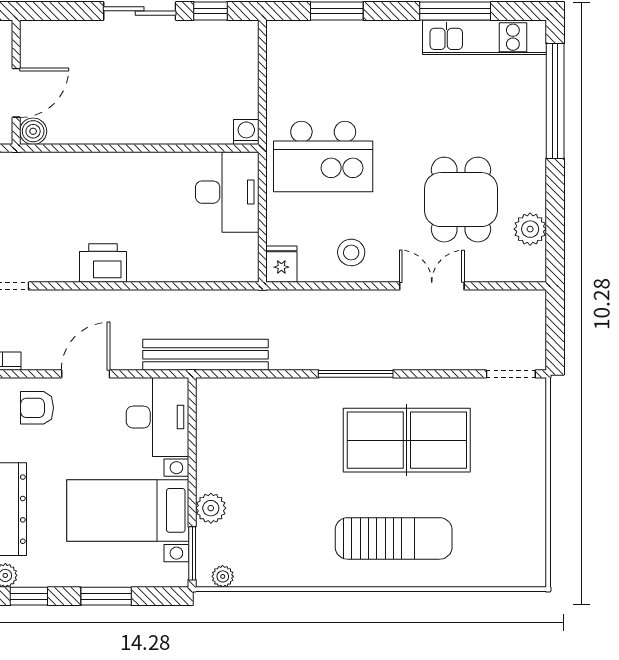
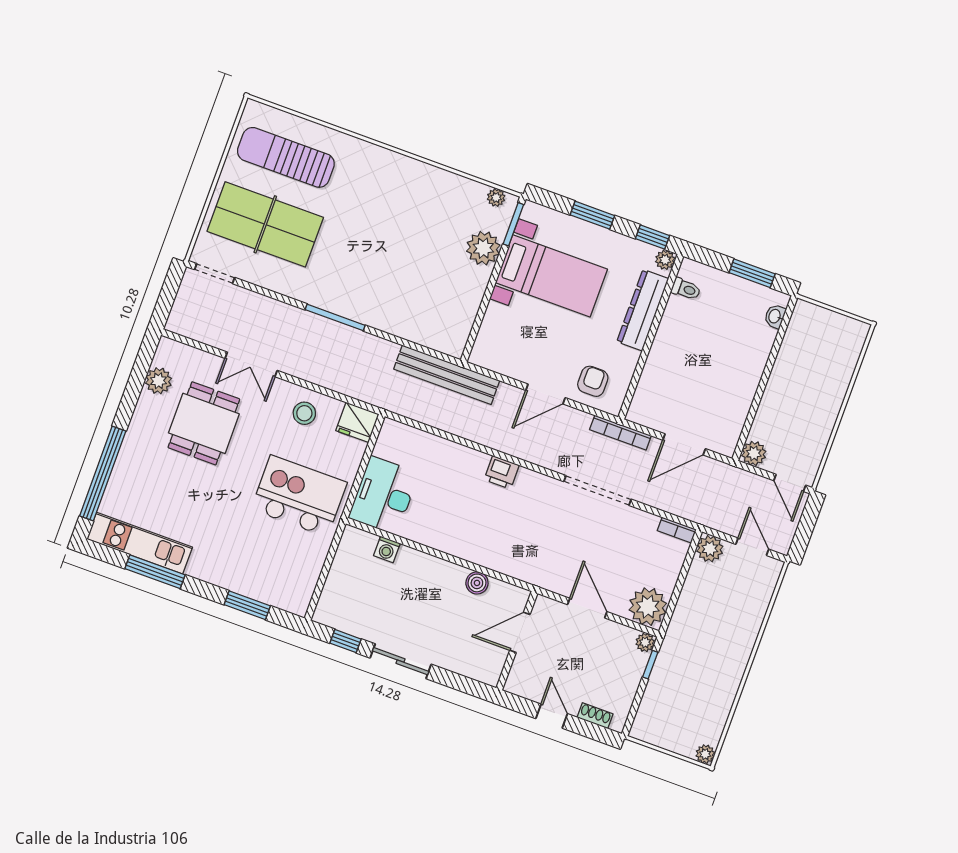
boiler: (33, 131) -> (477, 583), moved
washing machine: (246, 132) -> (387, 549), moved
printer: (103, 263) -> (502, 472), width x0.73, depth x0.81
fridge: (281, 264) -> (357, 422), width x1.38
armchair: (37, 408) -> (593, 381), turned -90
desk: (157, 417) -> (502, 340), removed
table tennis table: (407, 440) -> (265, 224), moved
plant: (211, 508) -> (483, 248), width x1.36, depth x1.36
sun lounger: (394, 538) -> (286, 157), moved

